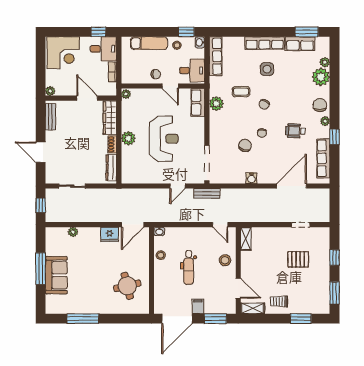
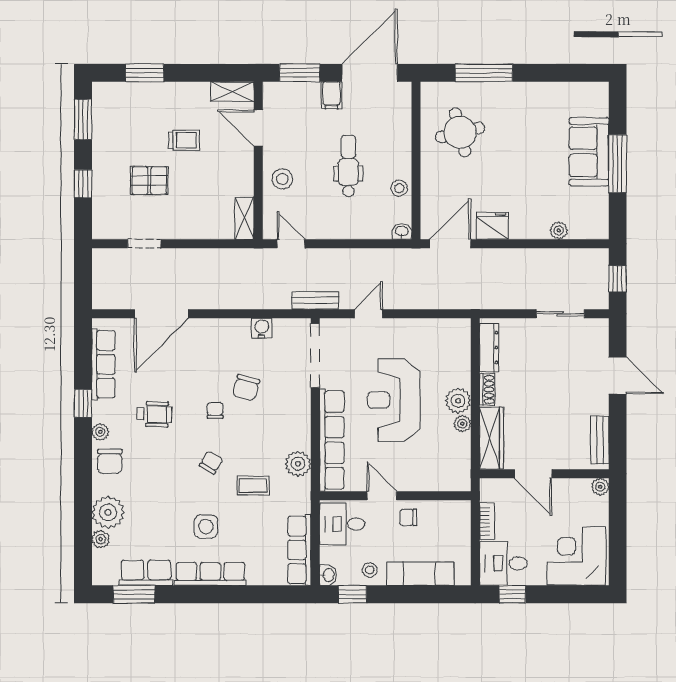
plant: (126, 94) -> (462, 424), moved
row of seats: (198, 102) -> (332, 440), width x2.02
water cooler: (251, 178) -> (262, 328), moved
trolley: (279, 301) -> (184, 140), moved
window: (83, 319) -> (484, 73), moved

